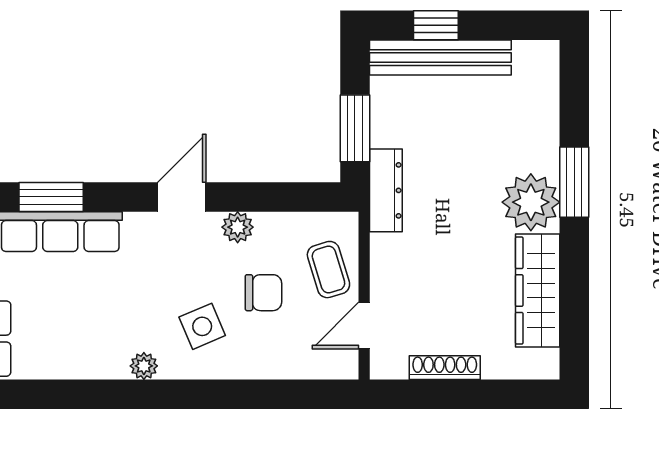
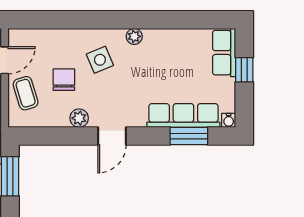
chair: (263, 293) -> (64, 80), turned 90

